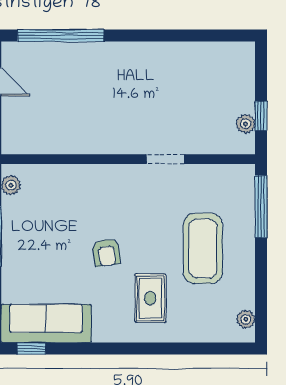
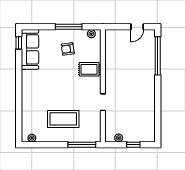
window: (261, 116) -> (133, 145), moved
armchair: (107, 252) -> (68, 49), moved
rug: (150, 298) -> (89, 69), moved

